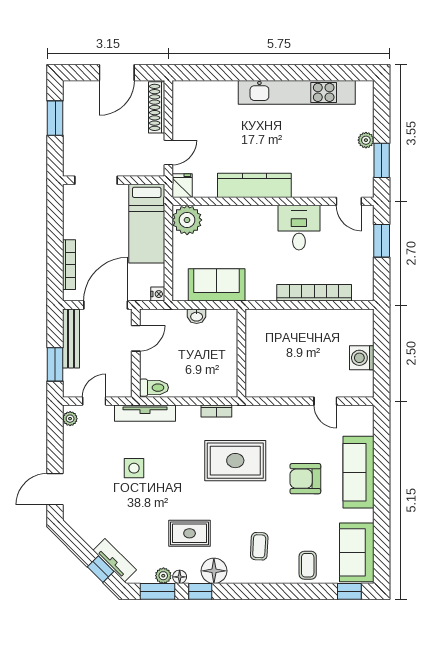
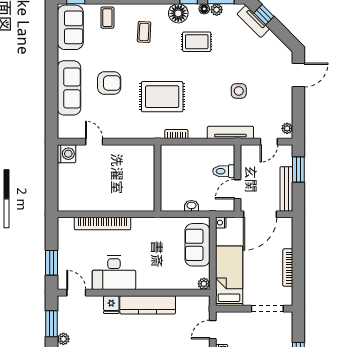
fridge: (182, 186) -> (111, 305), moved
plant: (187, 220) -> (204, 284), width x0.53, depth x0.53
desk: (299, 228) -> (114, 273), width x1.37
bookcase: (69, 265) -> (288, 268), moved
sofa: (217, 285) -> (197, 245), moved, turned 90
washing machine: (362, 358) -> (66, 154), moved
toilet: (154, 388) -> (224, 171), moved

